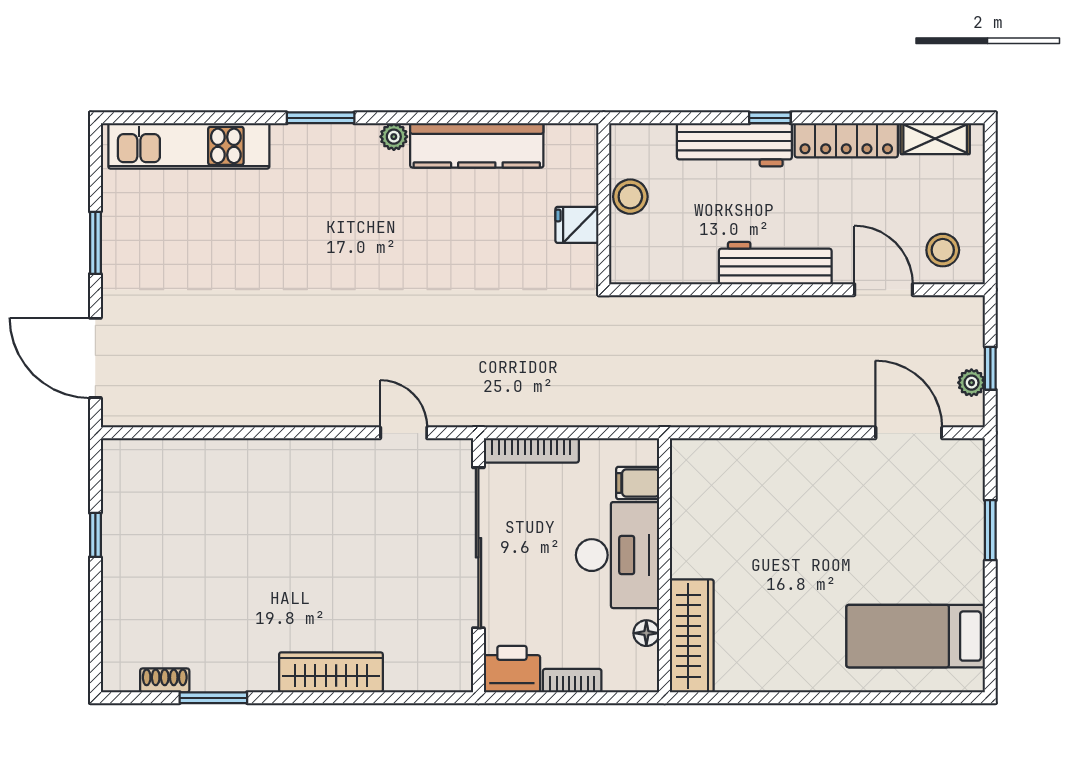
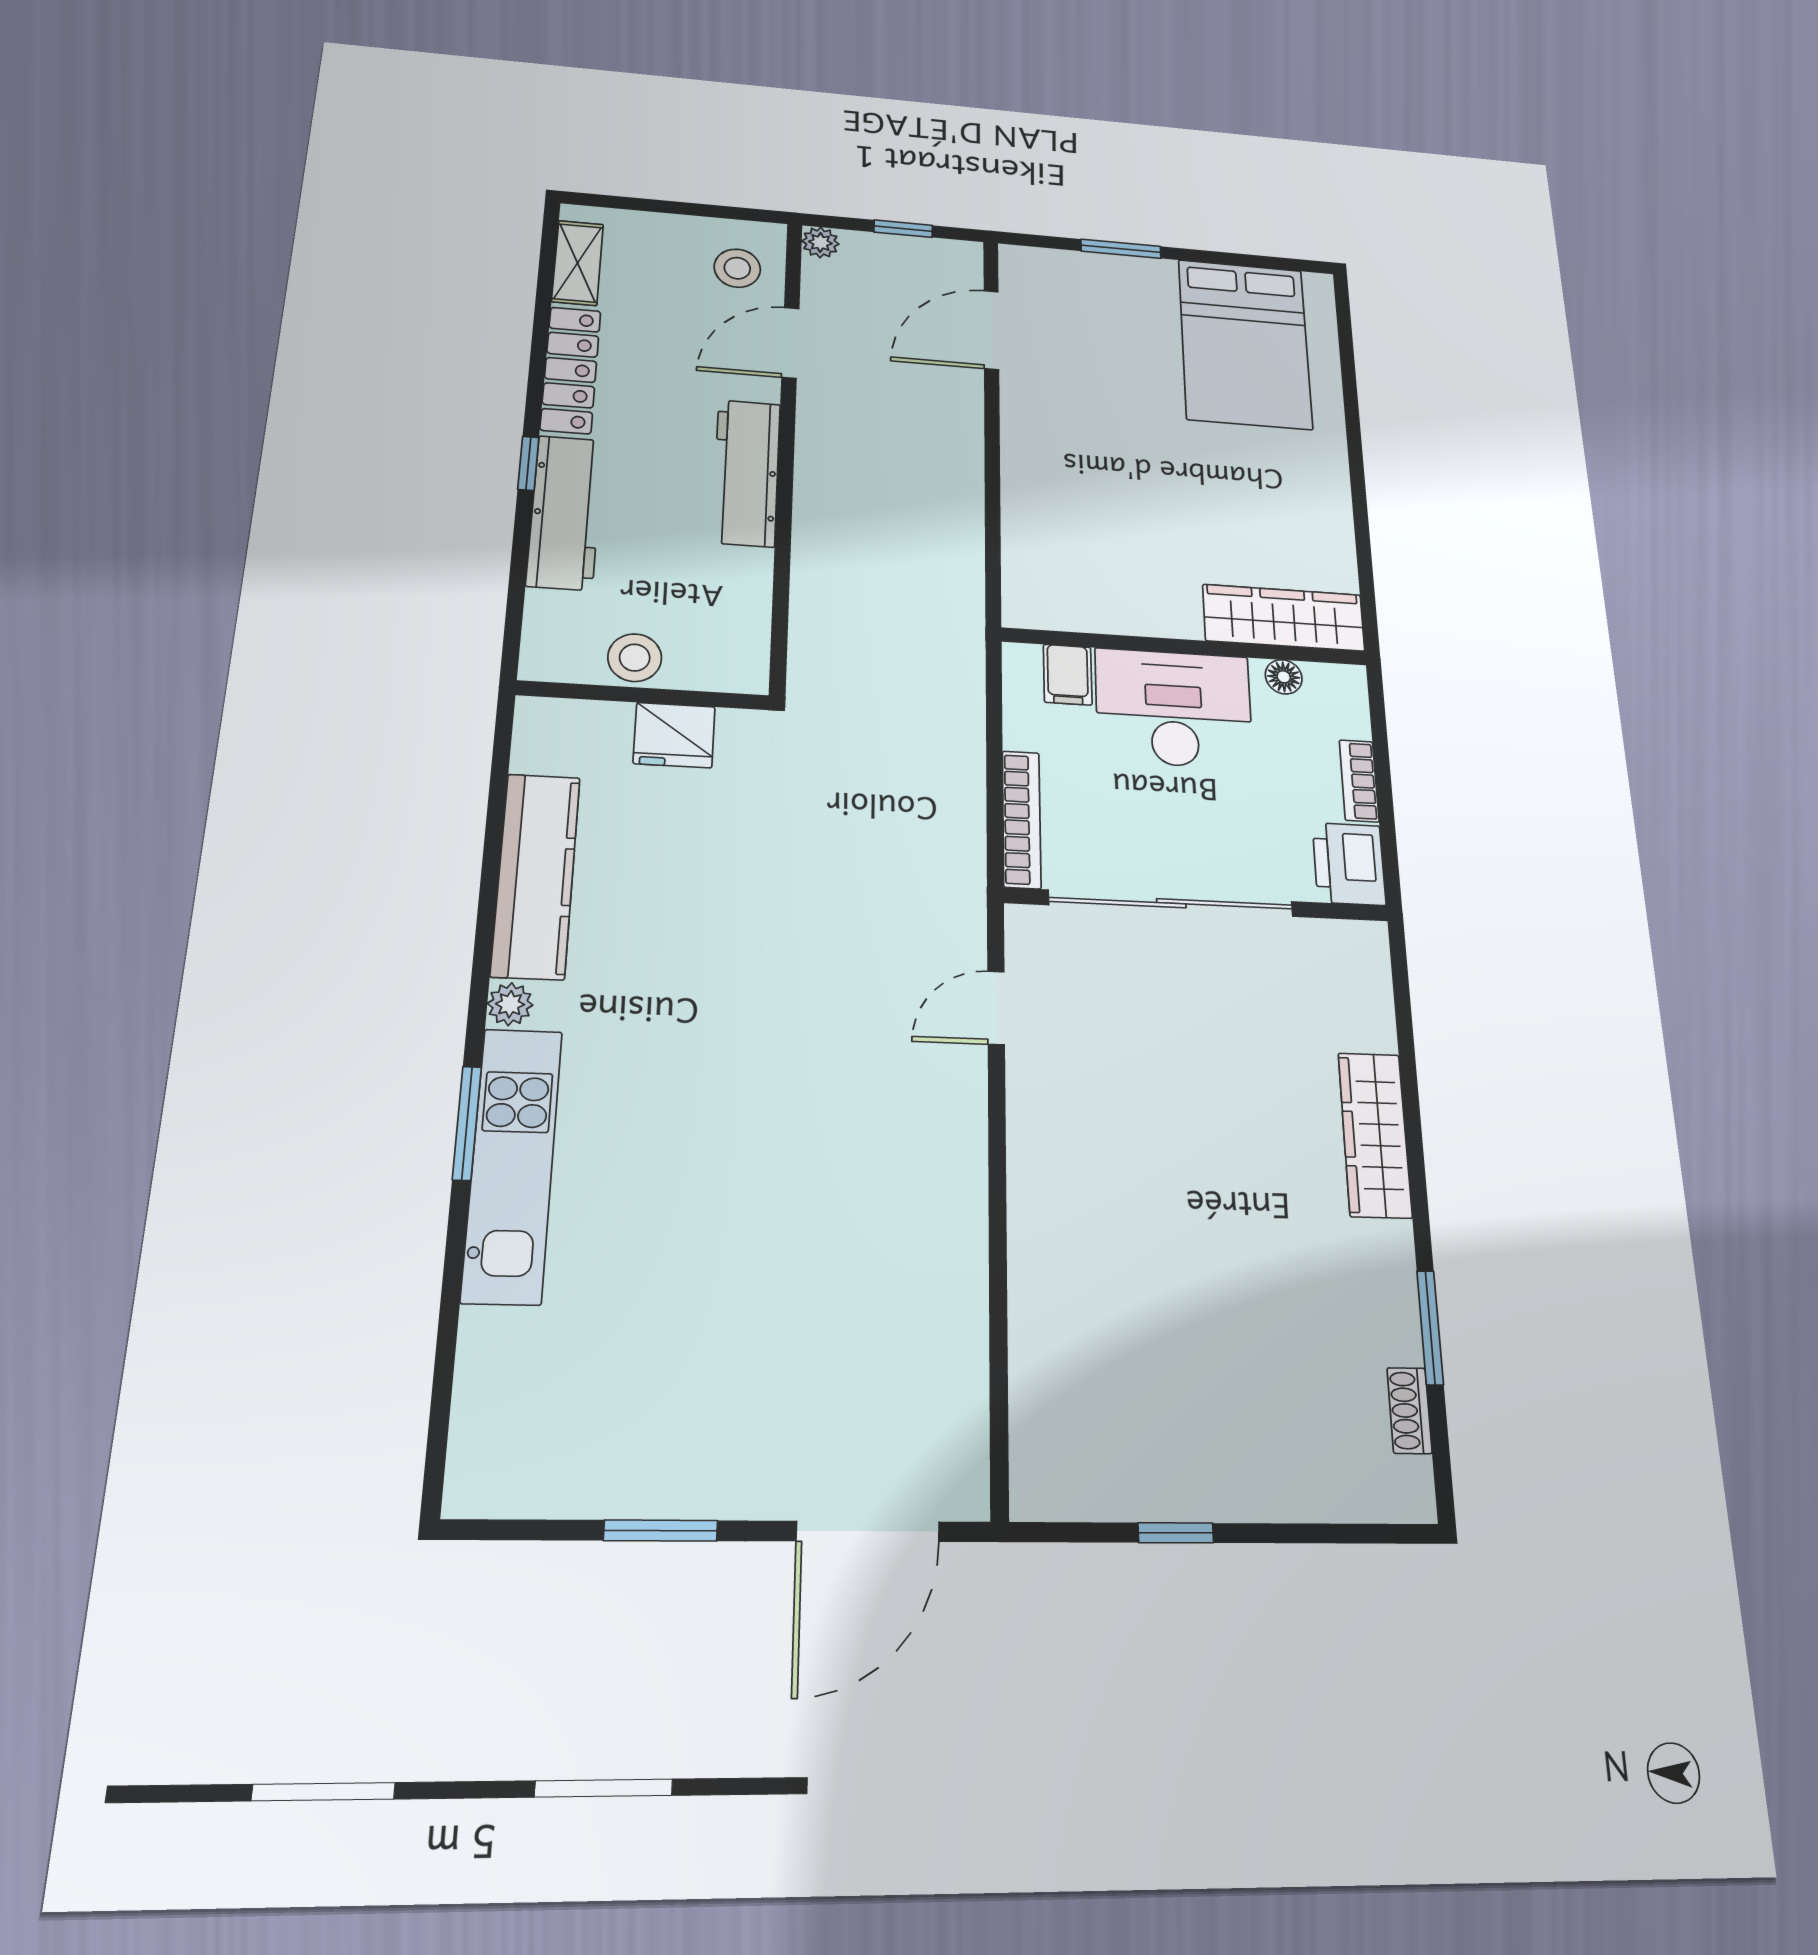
kitchen unit: (189, 146) -> (512, 1164), moved
fridge: (577, 225) -> (674, 735), width x1.38
plant: (972, 383) -> (820, 242), moved
bed: (916, 636) -> (1245, 344), width x1.50

